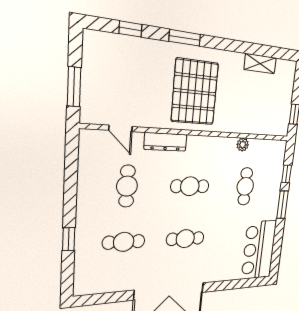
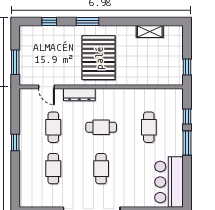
plant: (243, 145) -> (142, 94), removed
window: (69, 239) -> (15, 143), moved
cafe table: (185, 239) -> (101, 169), turned 90
cafe table: (124, 242) -> (53, 169), turned 90

